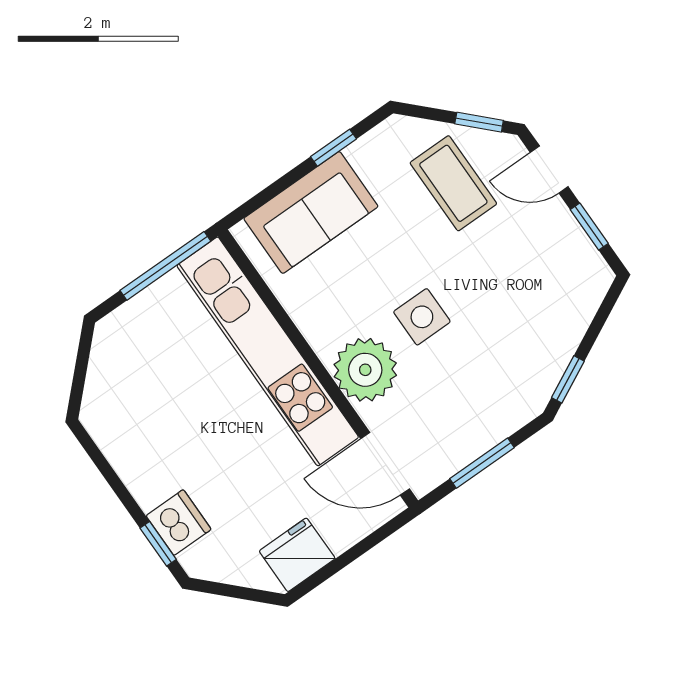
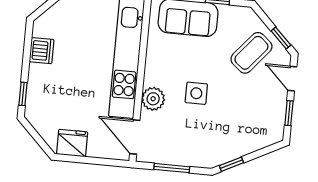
coffee table: (453, 183) -> (251, 53), turned 40
plant: (365, 370) -> (153, 99), width x0.73, depth x0.73
dishwasher: (179, 522) -> (42, 51), moved

